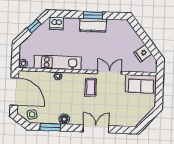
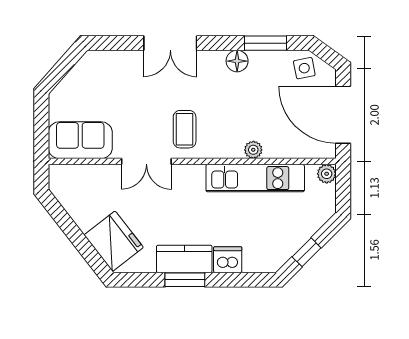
dishwasher: (56, 23) -> (228, 260), moved
fridge: (143, 53) -> (114, 241), moved, width x1.88, depth x1.34

